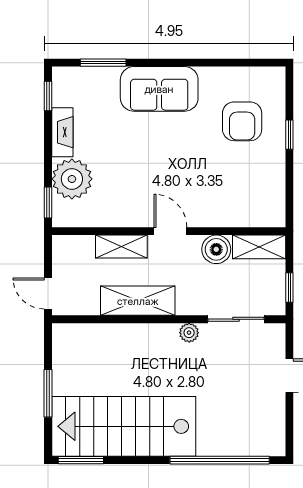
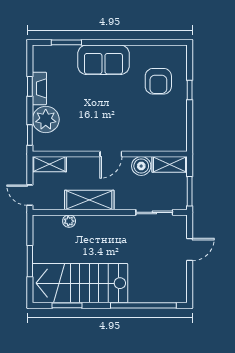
window: (48, 96) -> (30, 86), moved
door: (170, 231) -> (111, 154), swing flipped
shelving: (121, 247) -> (49, 164), moved
window: (289, 288) -> (190, 191), width x1.50
plant: (189, 333) -> (69, 221), moved
window: (81, 460) -> (67, 305), moved

